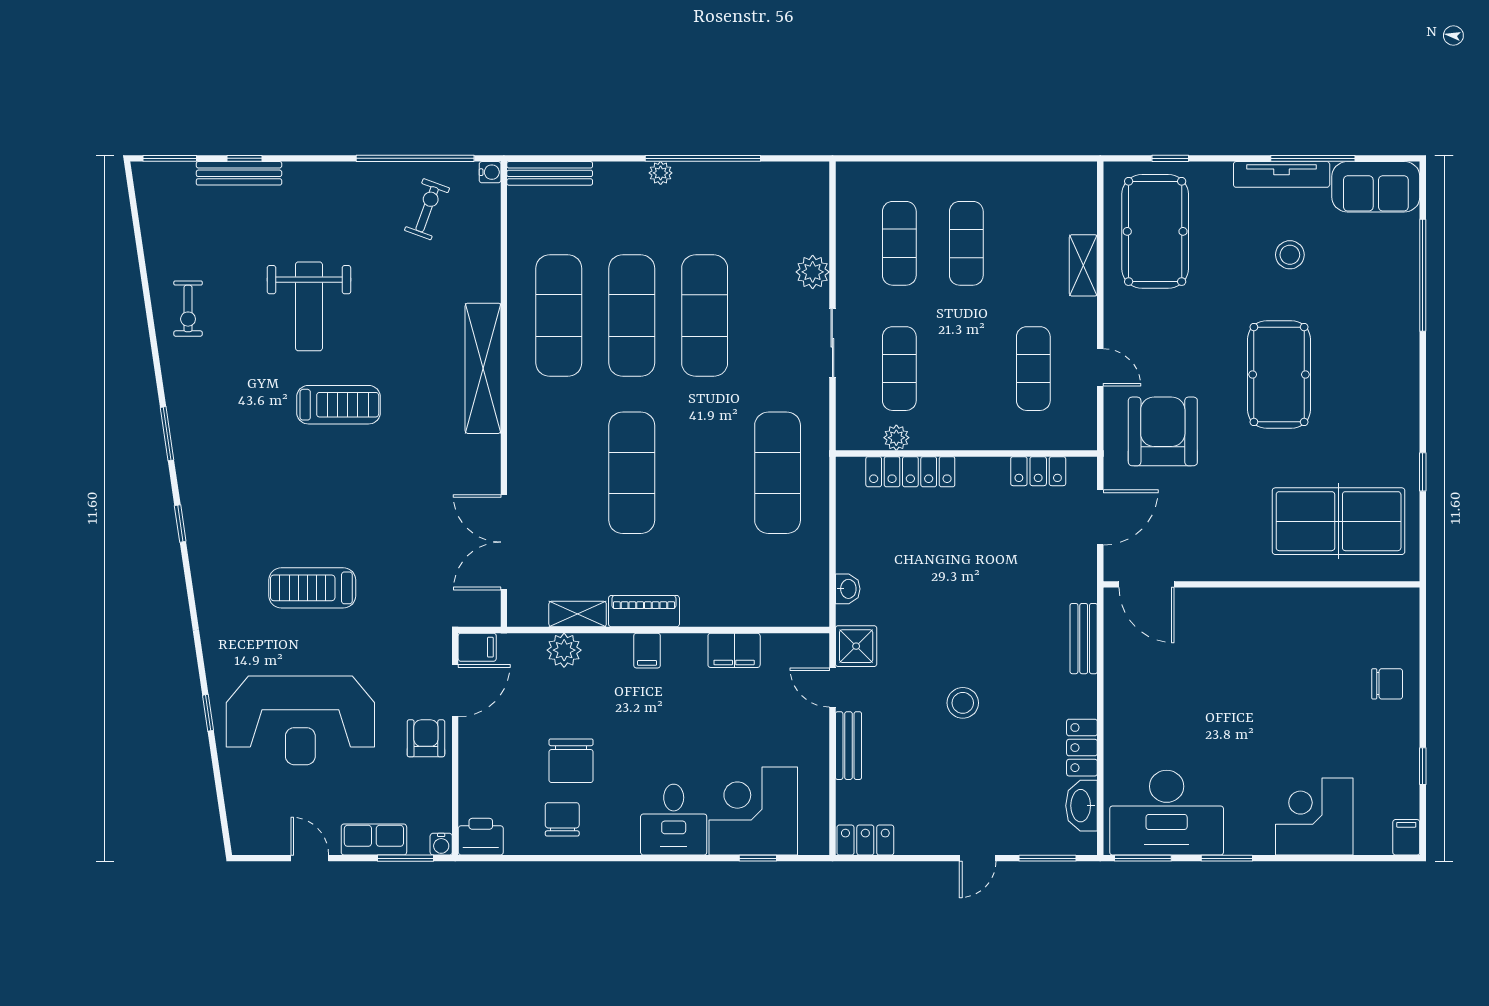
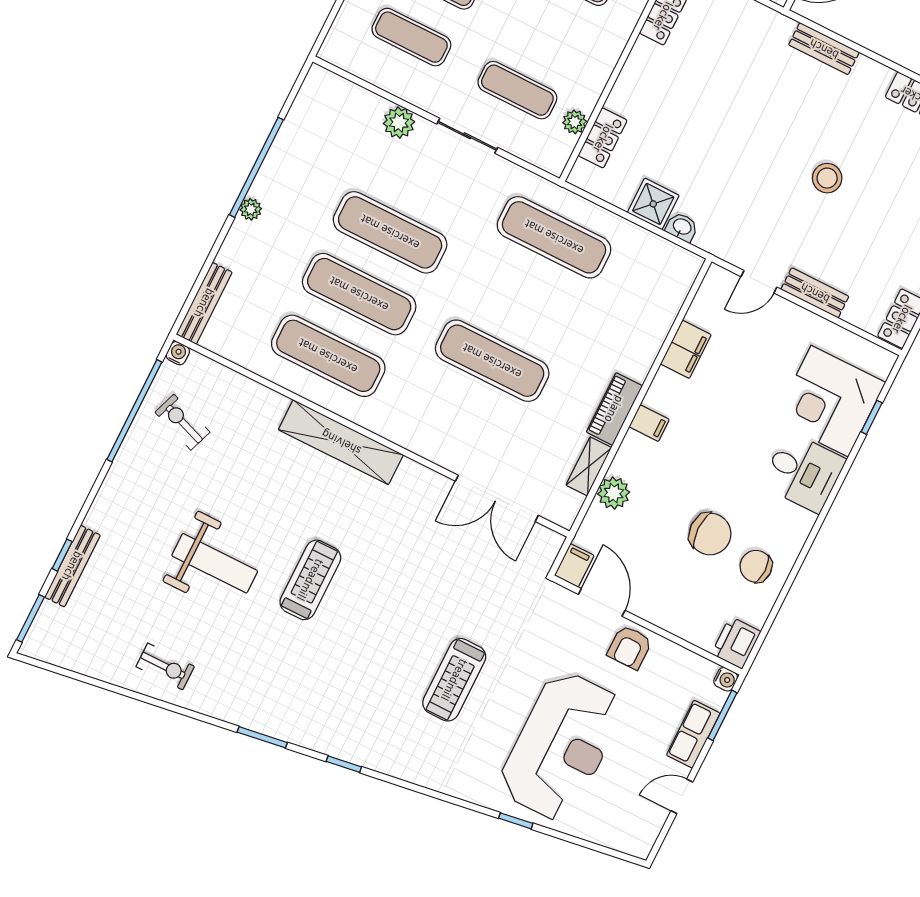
locker: (910, 472) -> (603, 138), width x0.66
shower: (856, 646) -> (653, 204), moved
armchair: (426, 738) -> (630, 647), turned -90

